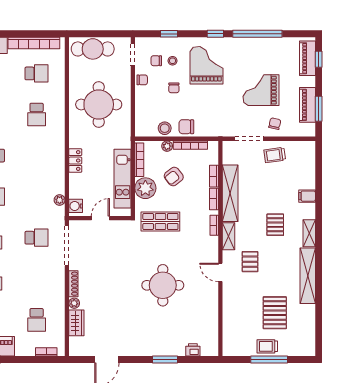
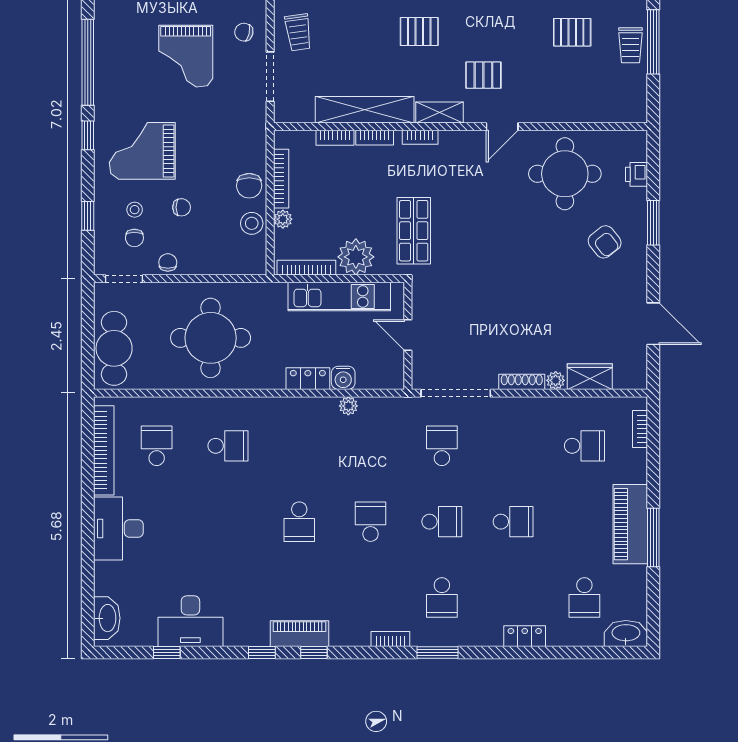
armchair: (174, 177) -> (605, 242), moved
plant: (60, 200) -> (348, 406), moved
water cooler: (76, 206) -> (343, 378), moved
round table: (163, 285) -> (565, 174), moved
pallet: (275, 313) -> (572, 32), width x0.67, depth x0.71

